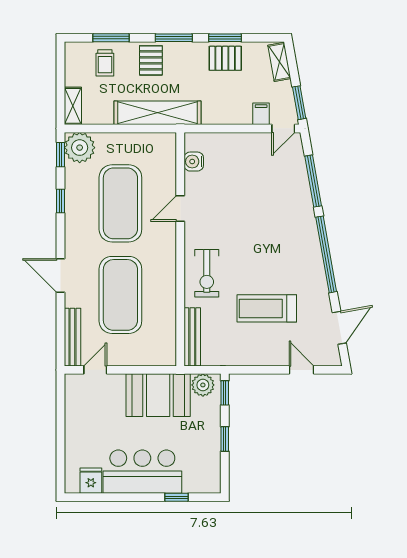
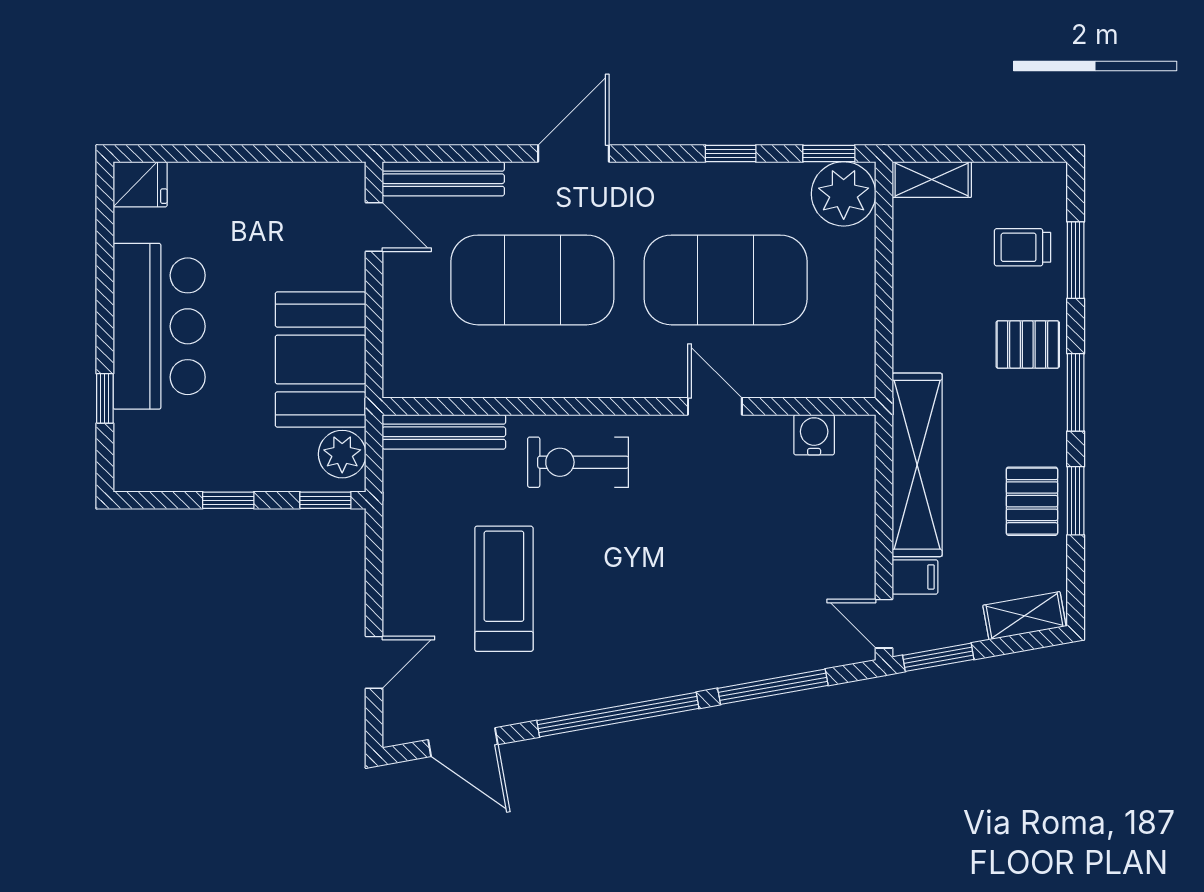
shelving: (158, 113) -> (917, 465), moved
fridge: (91, 481) -> (140, 184), moved

